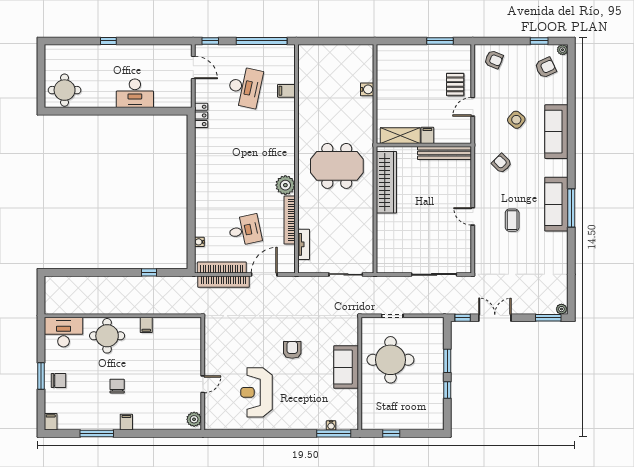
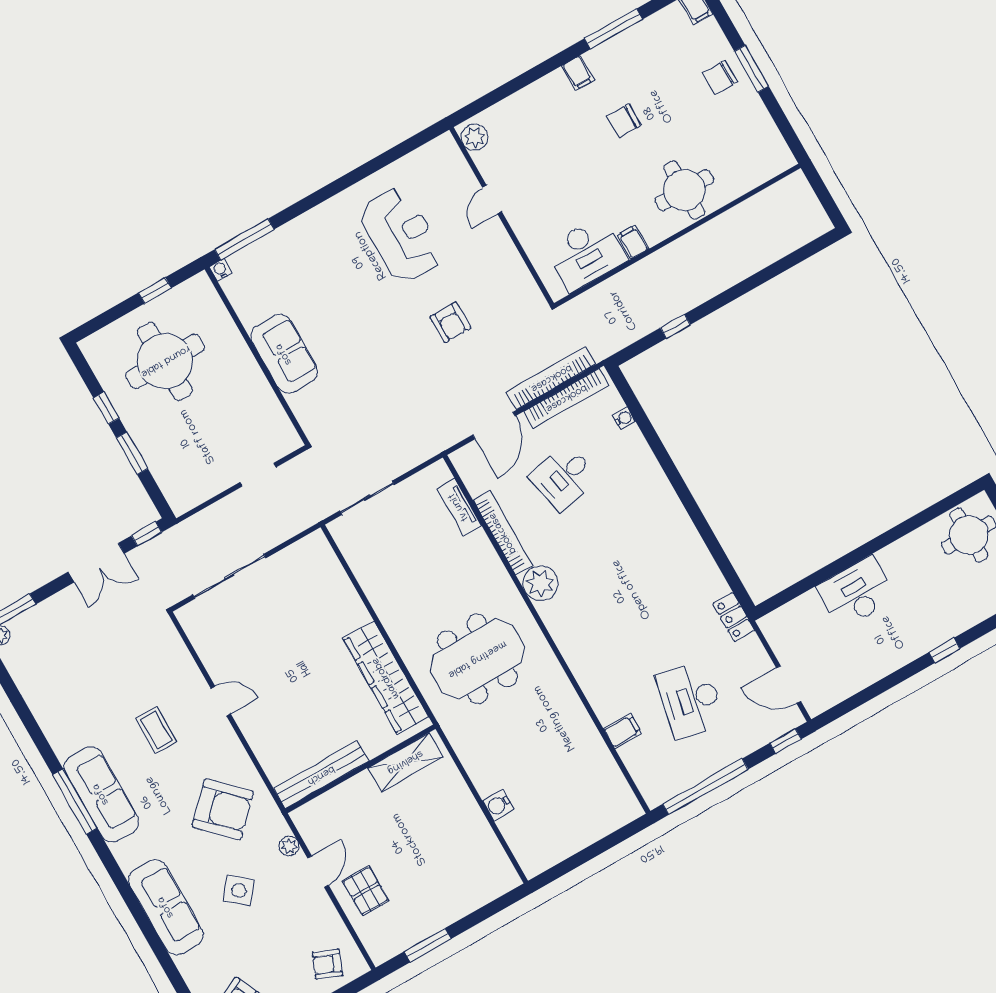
plant: (480, 127) -> (289, 846), added
filing cabinet: (427, 135) -> (363, 787), removed
armchair: (502, 163) -> (223, 809), width x1.88, depth x1.88
desk: (64, 332) -> (586, 254), moved
armchair: (292, 350) -> (450, 322), moved
round table: (390, 360) -> (165, 361), moved
chair: (117, 386) -> (624, 121), turned 90
water cooler: (331, 425) -> (220, 270), moved

